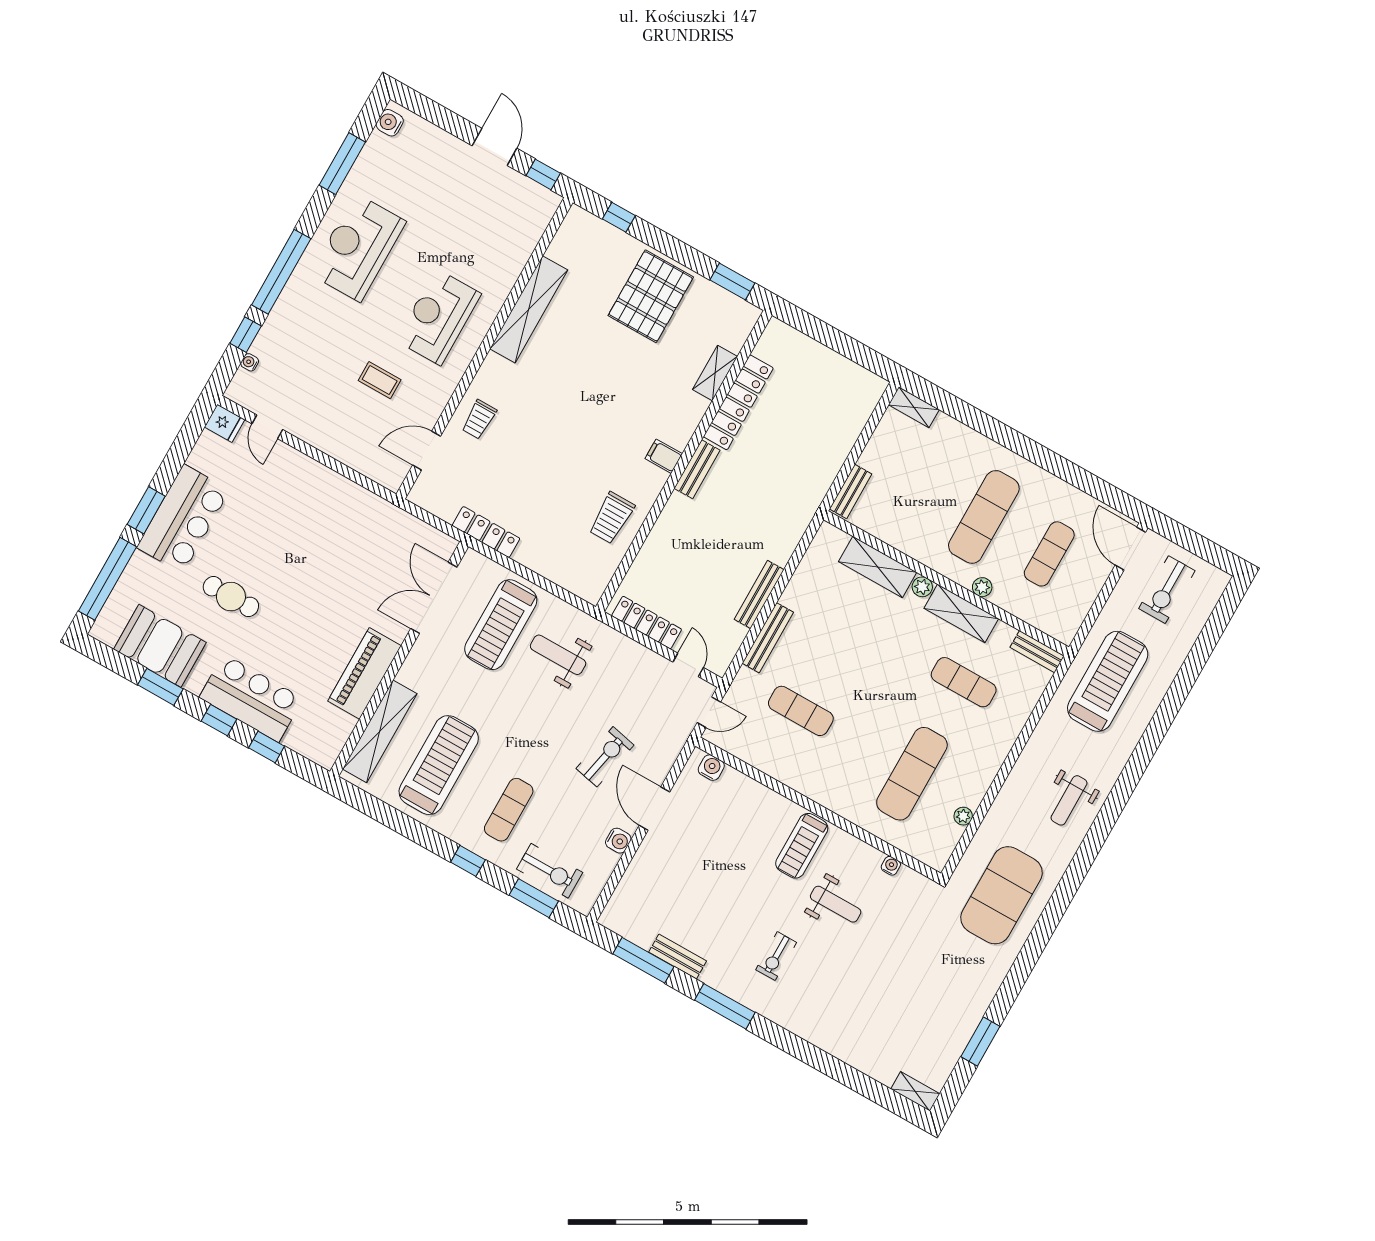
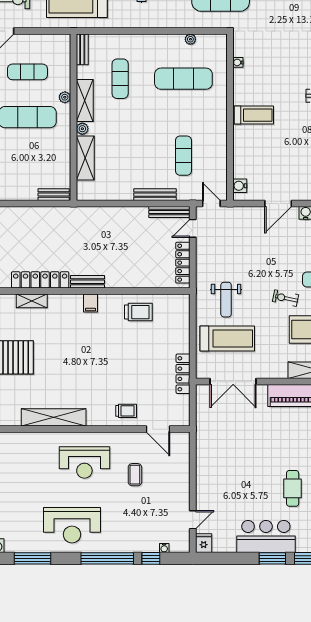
bench: (759, 594) -> (169, 212), moved
exercise bike: (605, 757) -> (285, 298), moved, width x0.73, depth x0.72
weight bench: (836, 904) -> (274, 80), removed

